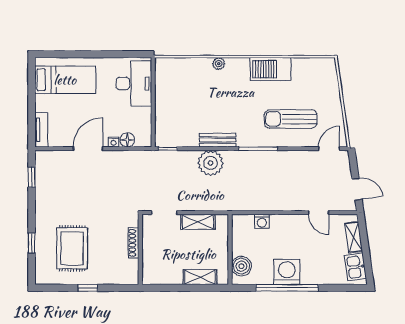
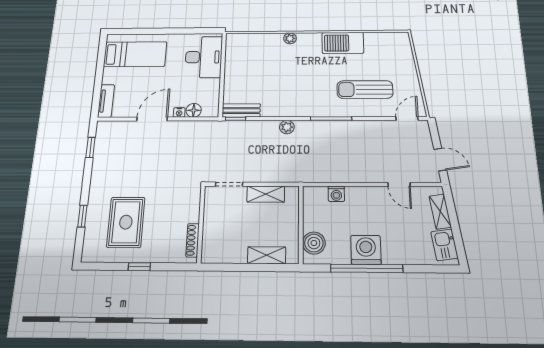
bench: (218, 140) -> (241, 110), moved
plant: (211, 163) -> (287, 127), width x0.53, depth x0.53
shoe rack: (134, 243) -> (193, 240), moved

